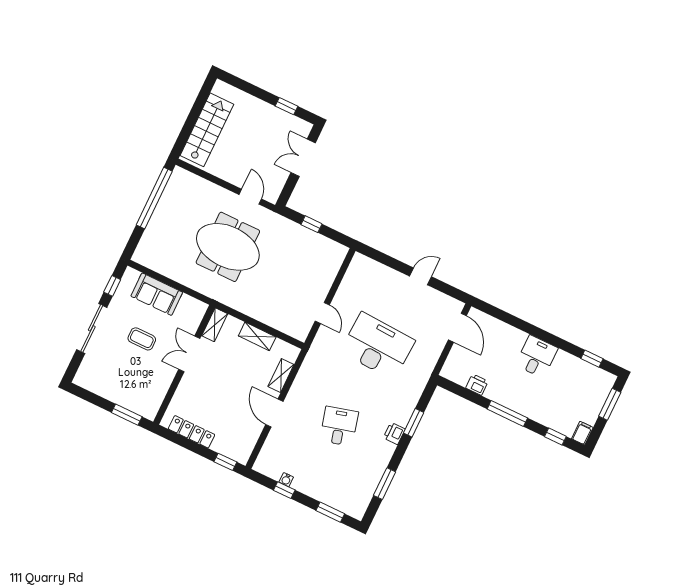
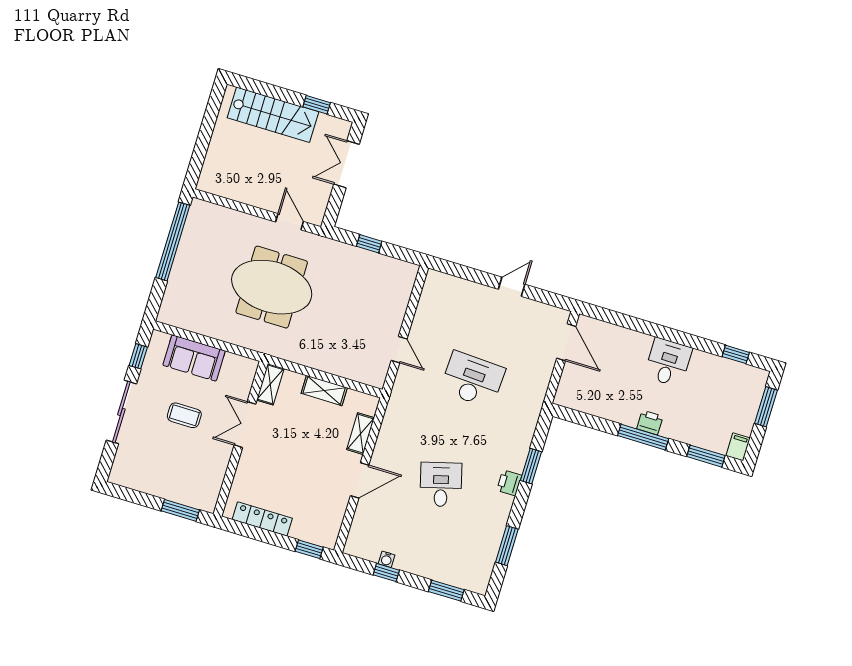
stairs: (207, 130) -> (273, 115), moved, turned 90
desk: (378, 346) -> (473, 379), width x0.73, depth x0.77
printer: (477, 385) -> (650, 423), moved
door: (274, 413) -> (360, 480), swing flipped
window: (555, 436) -> (706, 456), width x1.50

